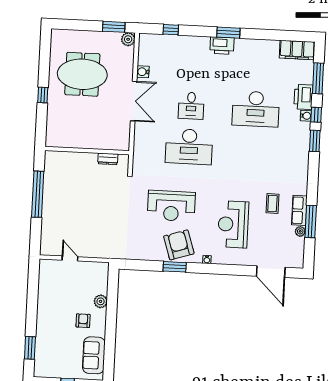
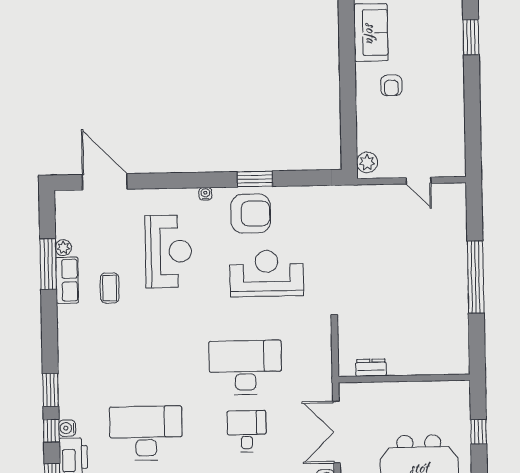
wall: (87, 151) -> (404, 378), moved
dresser: (108, 159) -> (371, 368), moved
armchair: (179, 245) -> (251, 214), turned -72
plant: (101, 301) -> (367, 162), moved

